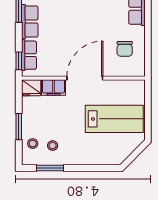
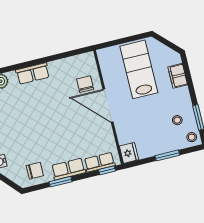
chair: (125, 49) -> (85, 84), moved, turned -90
filing cabinet: (53, 87) -> (178, 76), moved, turned 180
stool: (33, 144) -> (192, 137), moved

